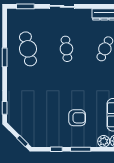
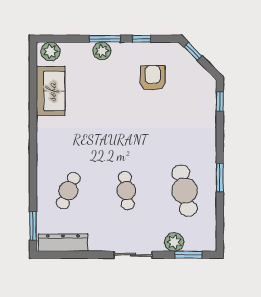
plant: (35, 15) -> (174, 242), added
armchair: (77, 118) -> (153, 78), moved, turned 90
plant: (104, 141) -> (102, 51), moved

